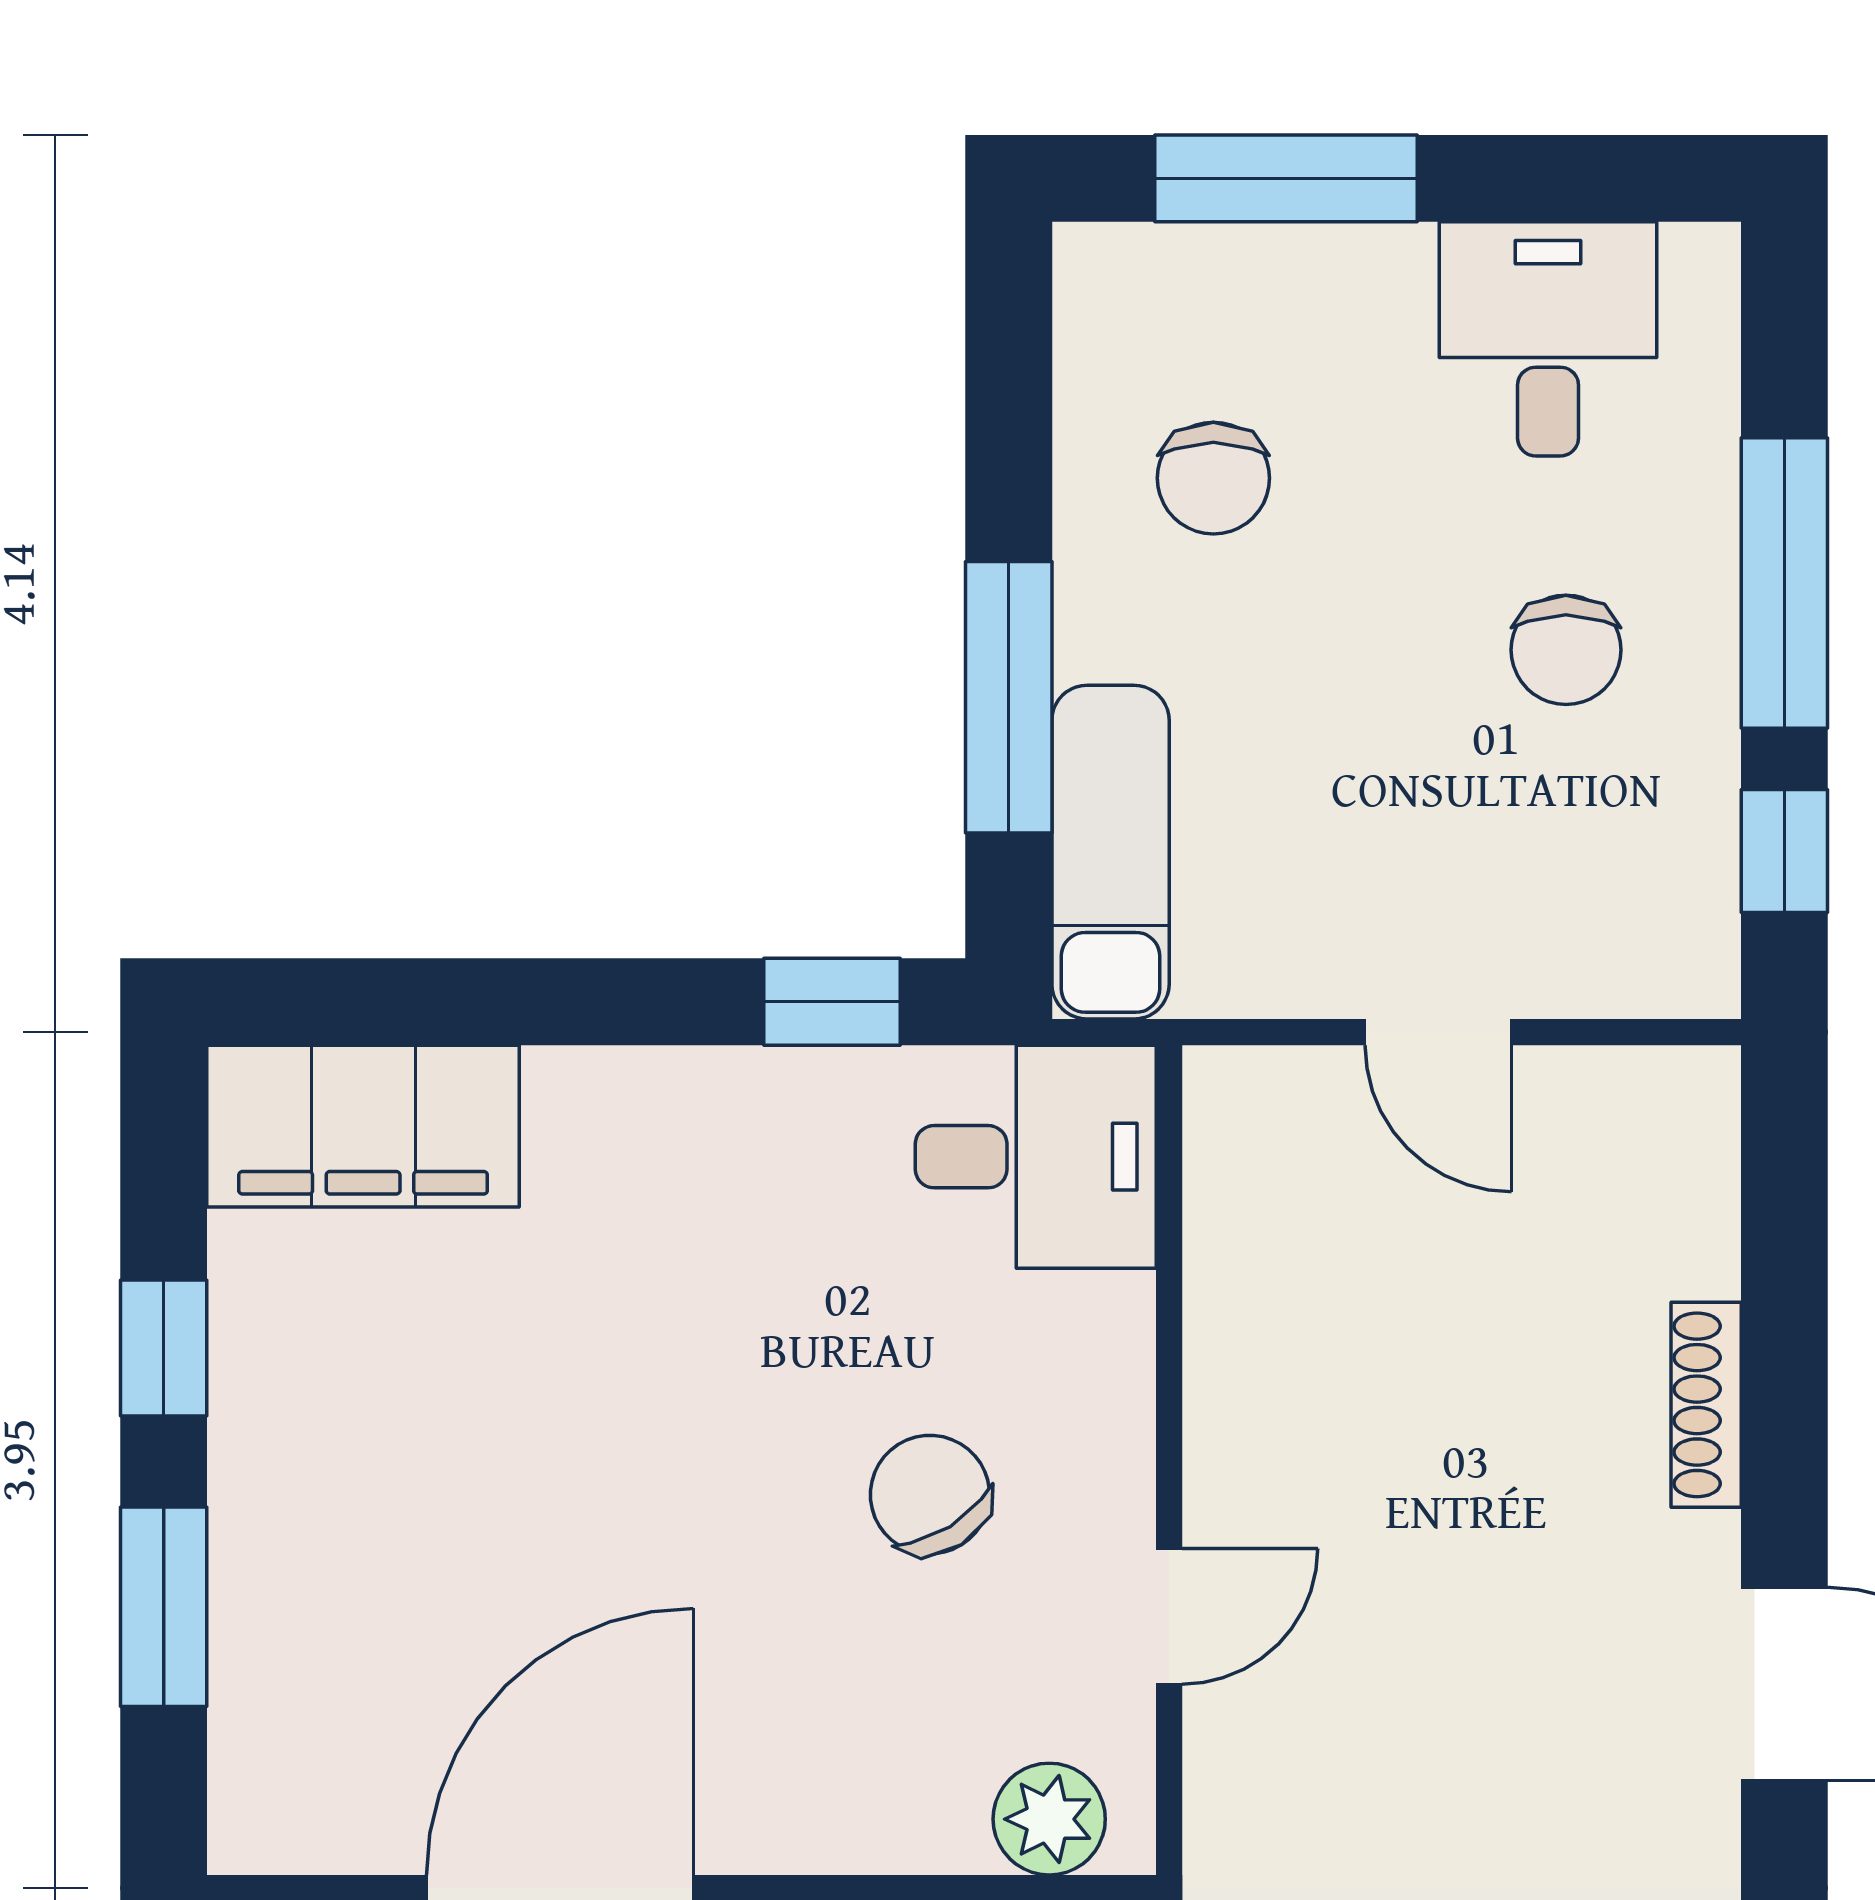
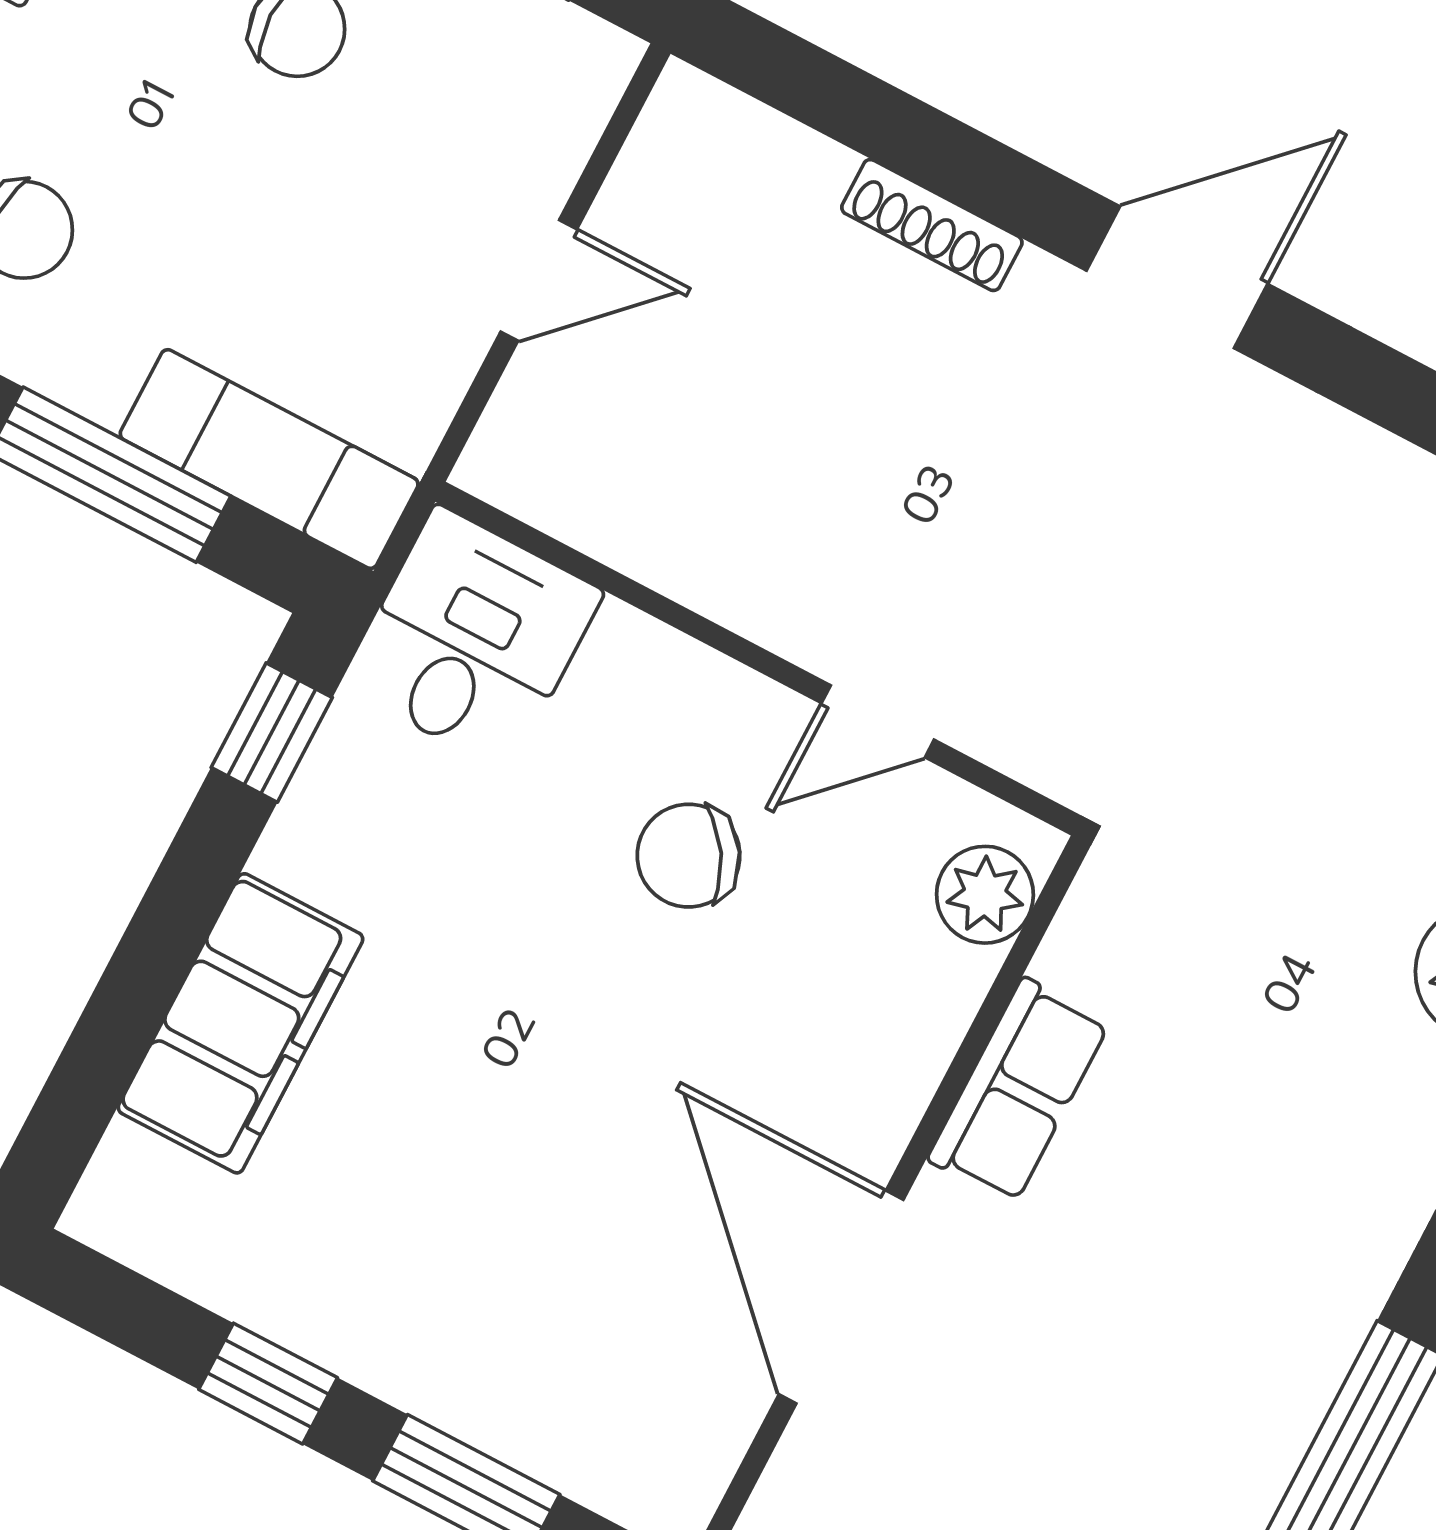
filing cabinet: (363, 1126) -> (240, 1023), moved
door: (1169, 1616) -> (878, 721), swing flipped

